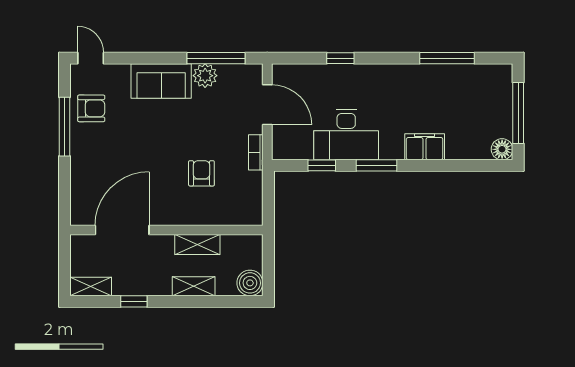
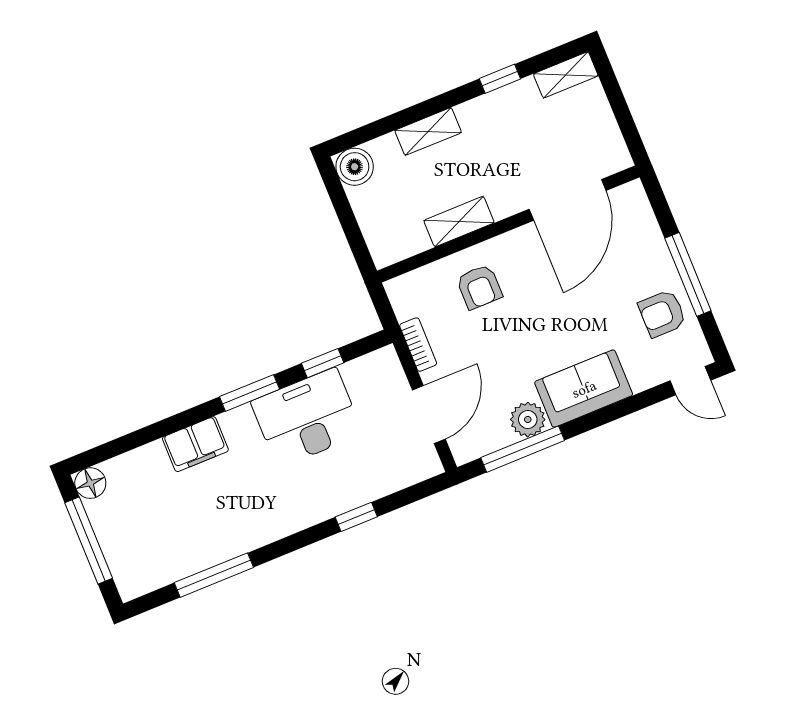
door: (267, 105) -> (429, 415), swing flipped
door: (122, 230) -> (568, 200), moved
wall: (166, 230) -> (508, 224), moved
shelving: (197, 245) -> (459, 222), moved

